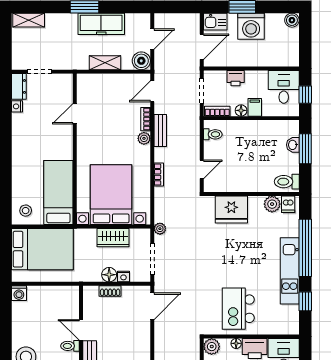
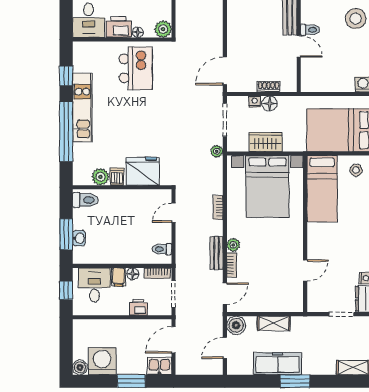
washing machine: (251, 26) -> (102, 361), moved
desk: (284, 87) -> (94, 285), moved, turned 180
dishwasher: (288, 204) -> (117, 177), moved

